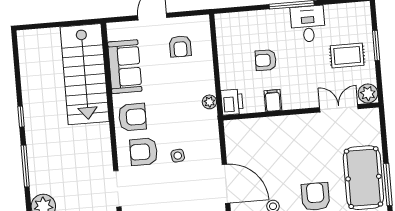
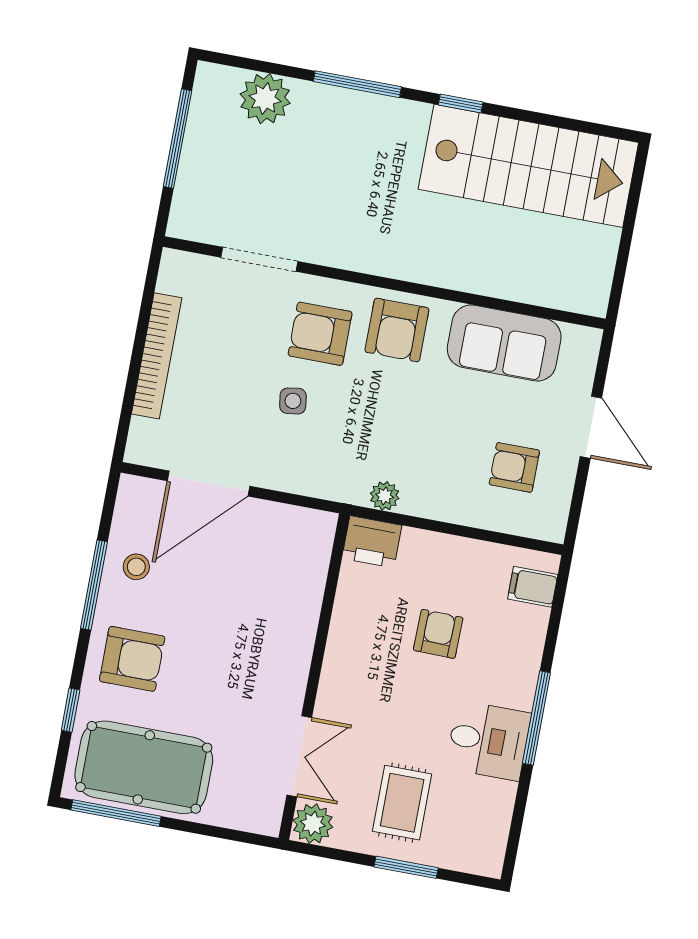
stairs: (85, 74) -> (528, 166), moved, turned 180
filing cabinet: (273, 100) -> (533, 587), moved, turned 180
armchair: (144, 152) -> (320, 334), turned -90

